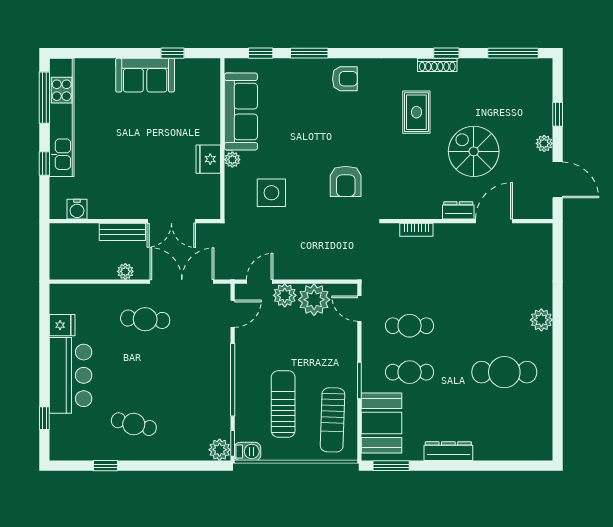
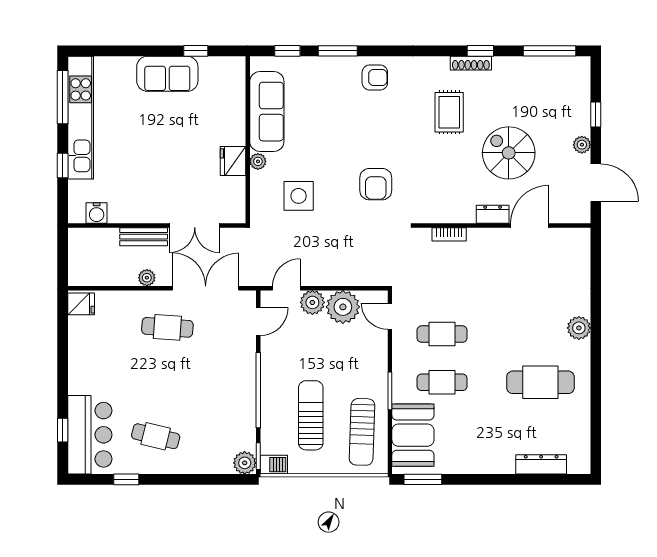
fridge: (62, 325) -> (81, 304), moved
bar counter: (71, 375) -> (90, 435), moved
dresser: (448, 451) -> (541, 464), moved

